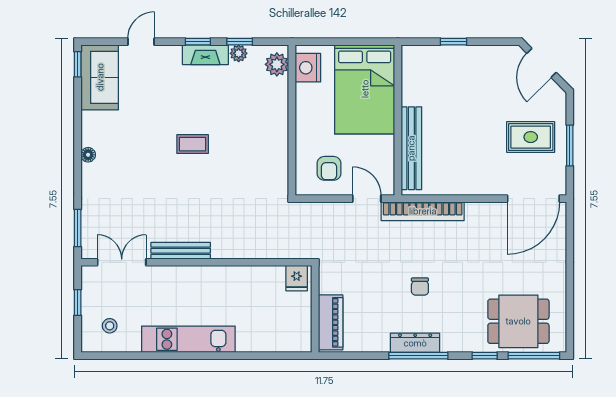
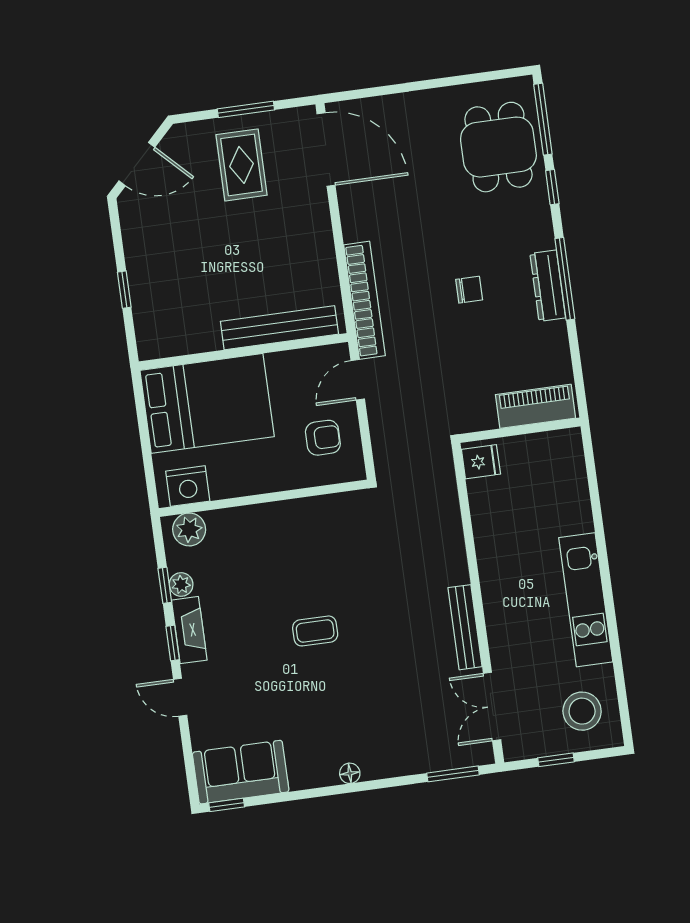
door: (141, 42) -> (180, 697), moved
coffee table: (193, 144) -> (315, 631), turned 90
stool: (110, 326) -> (582, 711), width x1.89, depth x1.89

